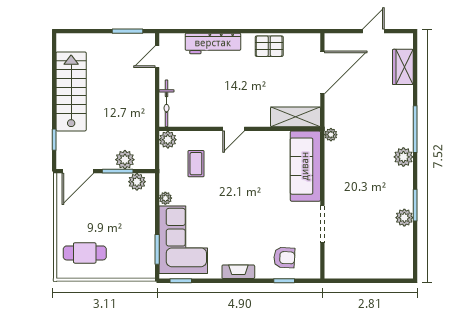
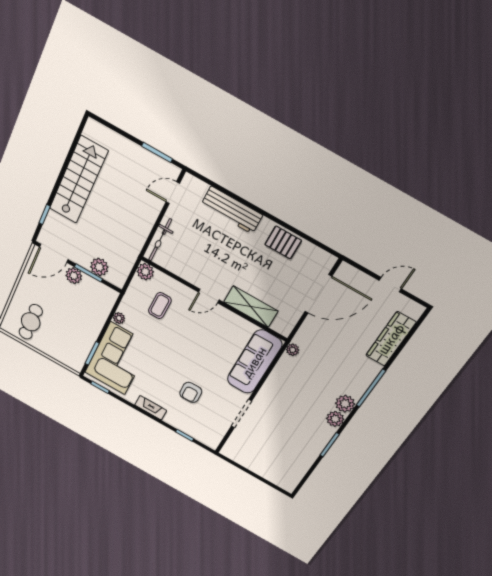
wardrobe: (403, 67) -> (391, 339), width x1.50
shelving: (295, 117) -> (251, 307), moved
plant: (137, 182) -> (74, 276), moved
plant: (404, 218) -> (335, 419), moved
cafe table: (85, 253) -> (31, 322), turned 90
armchair: (284, 258) -> (191, 392), moved, turned 85

